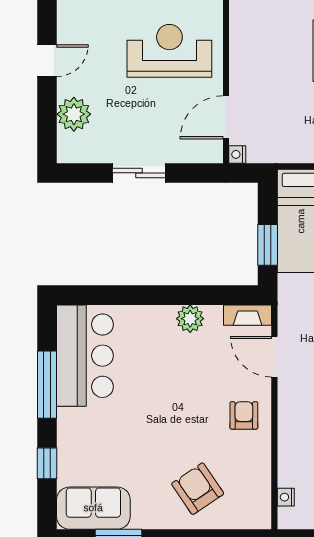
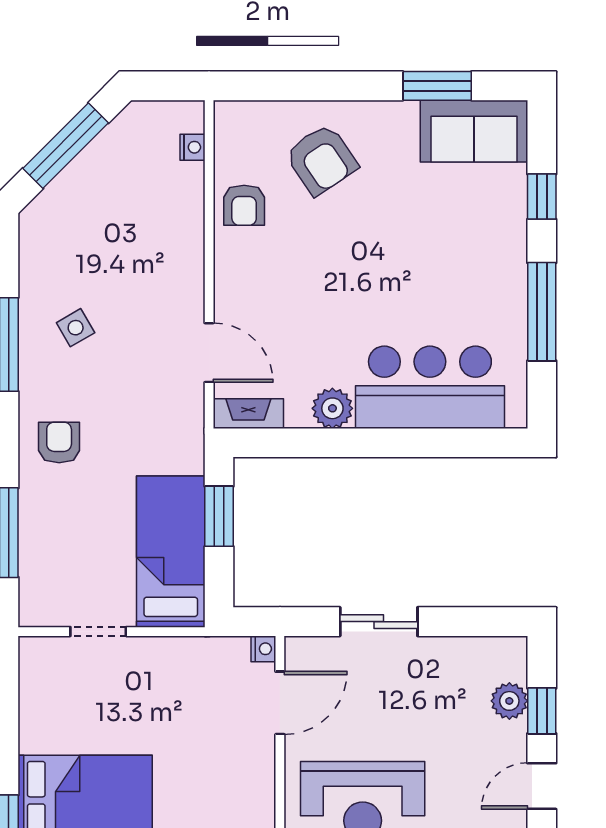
window: (47, 112) -> (542, 711), added
plant: (74, 114) -> (509, 701), width x0.73, depth x0.73
sliding door: (139, 173) -> (379, 622), moved
bar counter: (85, 356) -> (430, 387), moved, turned 90
armchair: (244, 415) -> (244, 205), moved

